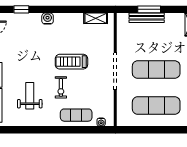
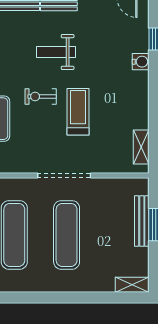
water cooler: (48, 19) -> (141, 62), moved
weight bench: (30, 96) -> (56, 52), moved, turned 180

